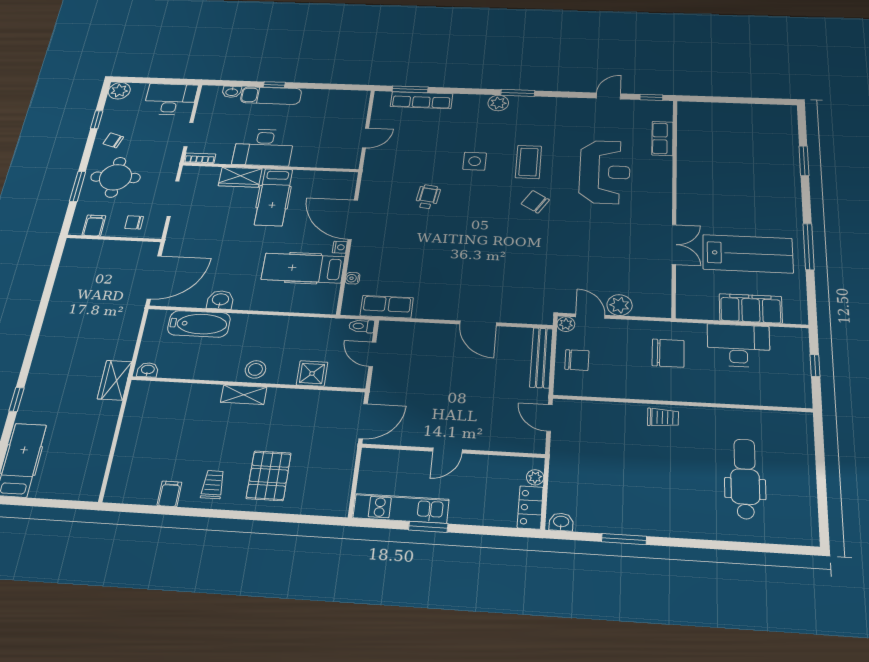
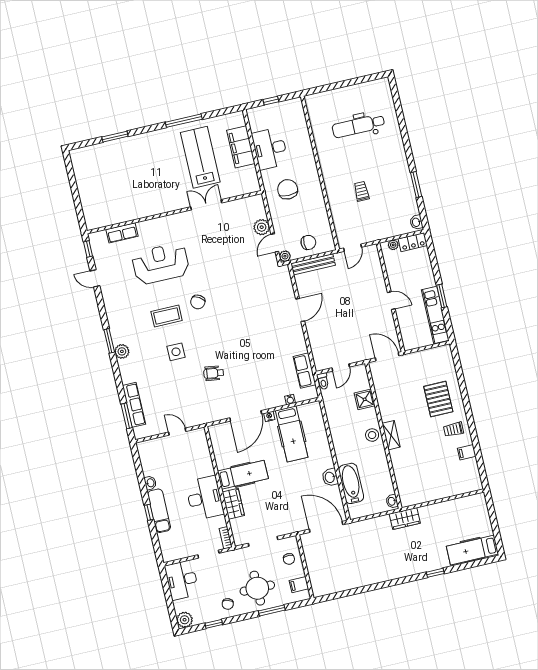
washbasin: (232, 92) -> (150, 483), moved
chair: (577, 360) -> (308, 242), turned 90
trolley: (663, 418) -> (361, 191), moved
pallet: (269, 476) -> (438, 399), turned 90

